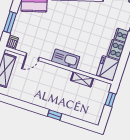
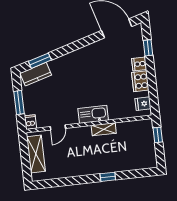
fridge: (108, 68) -> (143, 104), width x0.53, depth x0.75
shelving: (82, 79) -> (104, 129), moved

